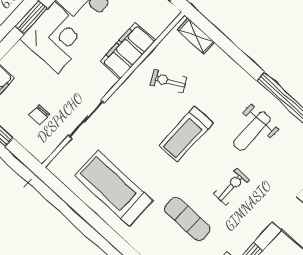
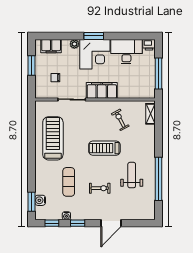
plant: (19, 51) -> (74, 44), added
filing cabinet: (128, 51) -> (102, 90), moved
weight bench: (252, 131) -> (132, 175), turned 90

